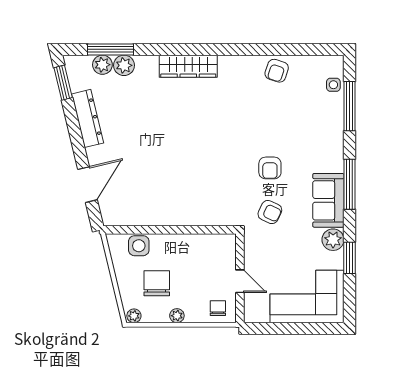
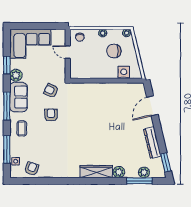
plant: (124, 65) -> (119, 172), moved
armchair: (277, 71) -> (32, 169), moved
coffee table: (323, 144) -> (22, 129), added
chair: (157, 283) -> (114, 51), turned 90

